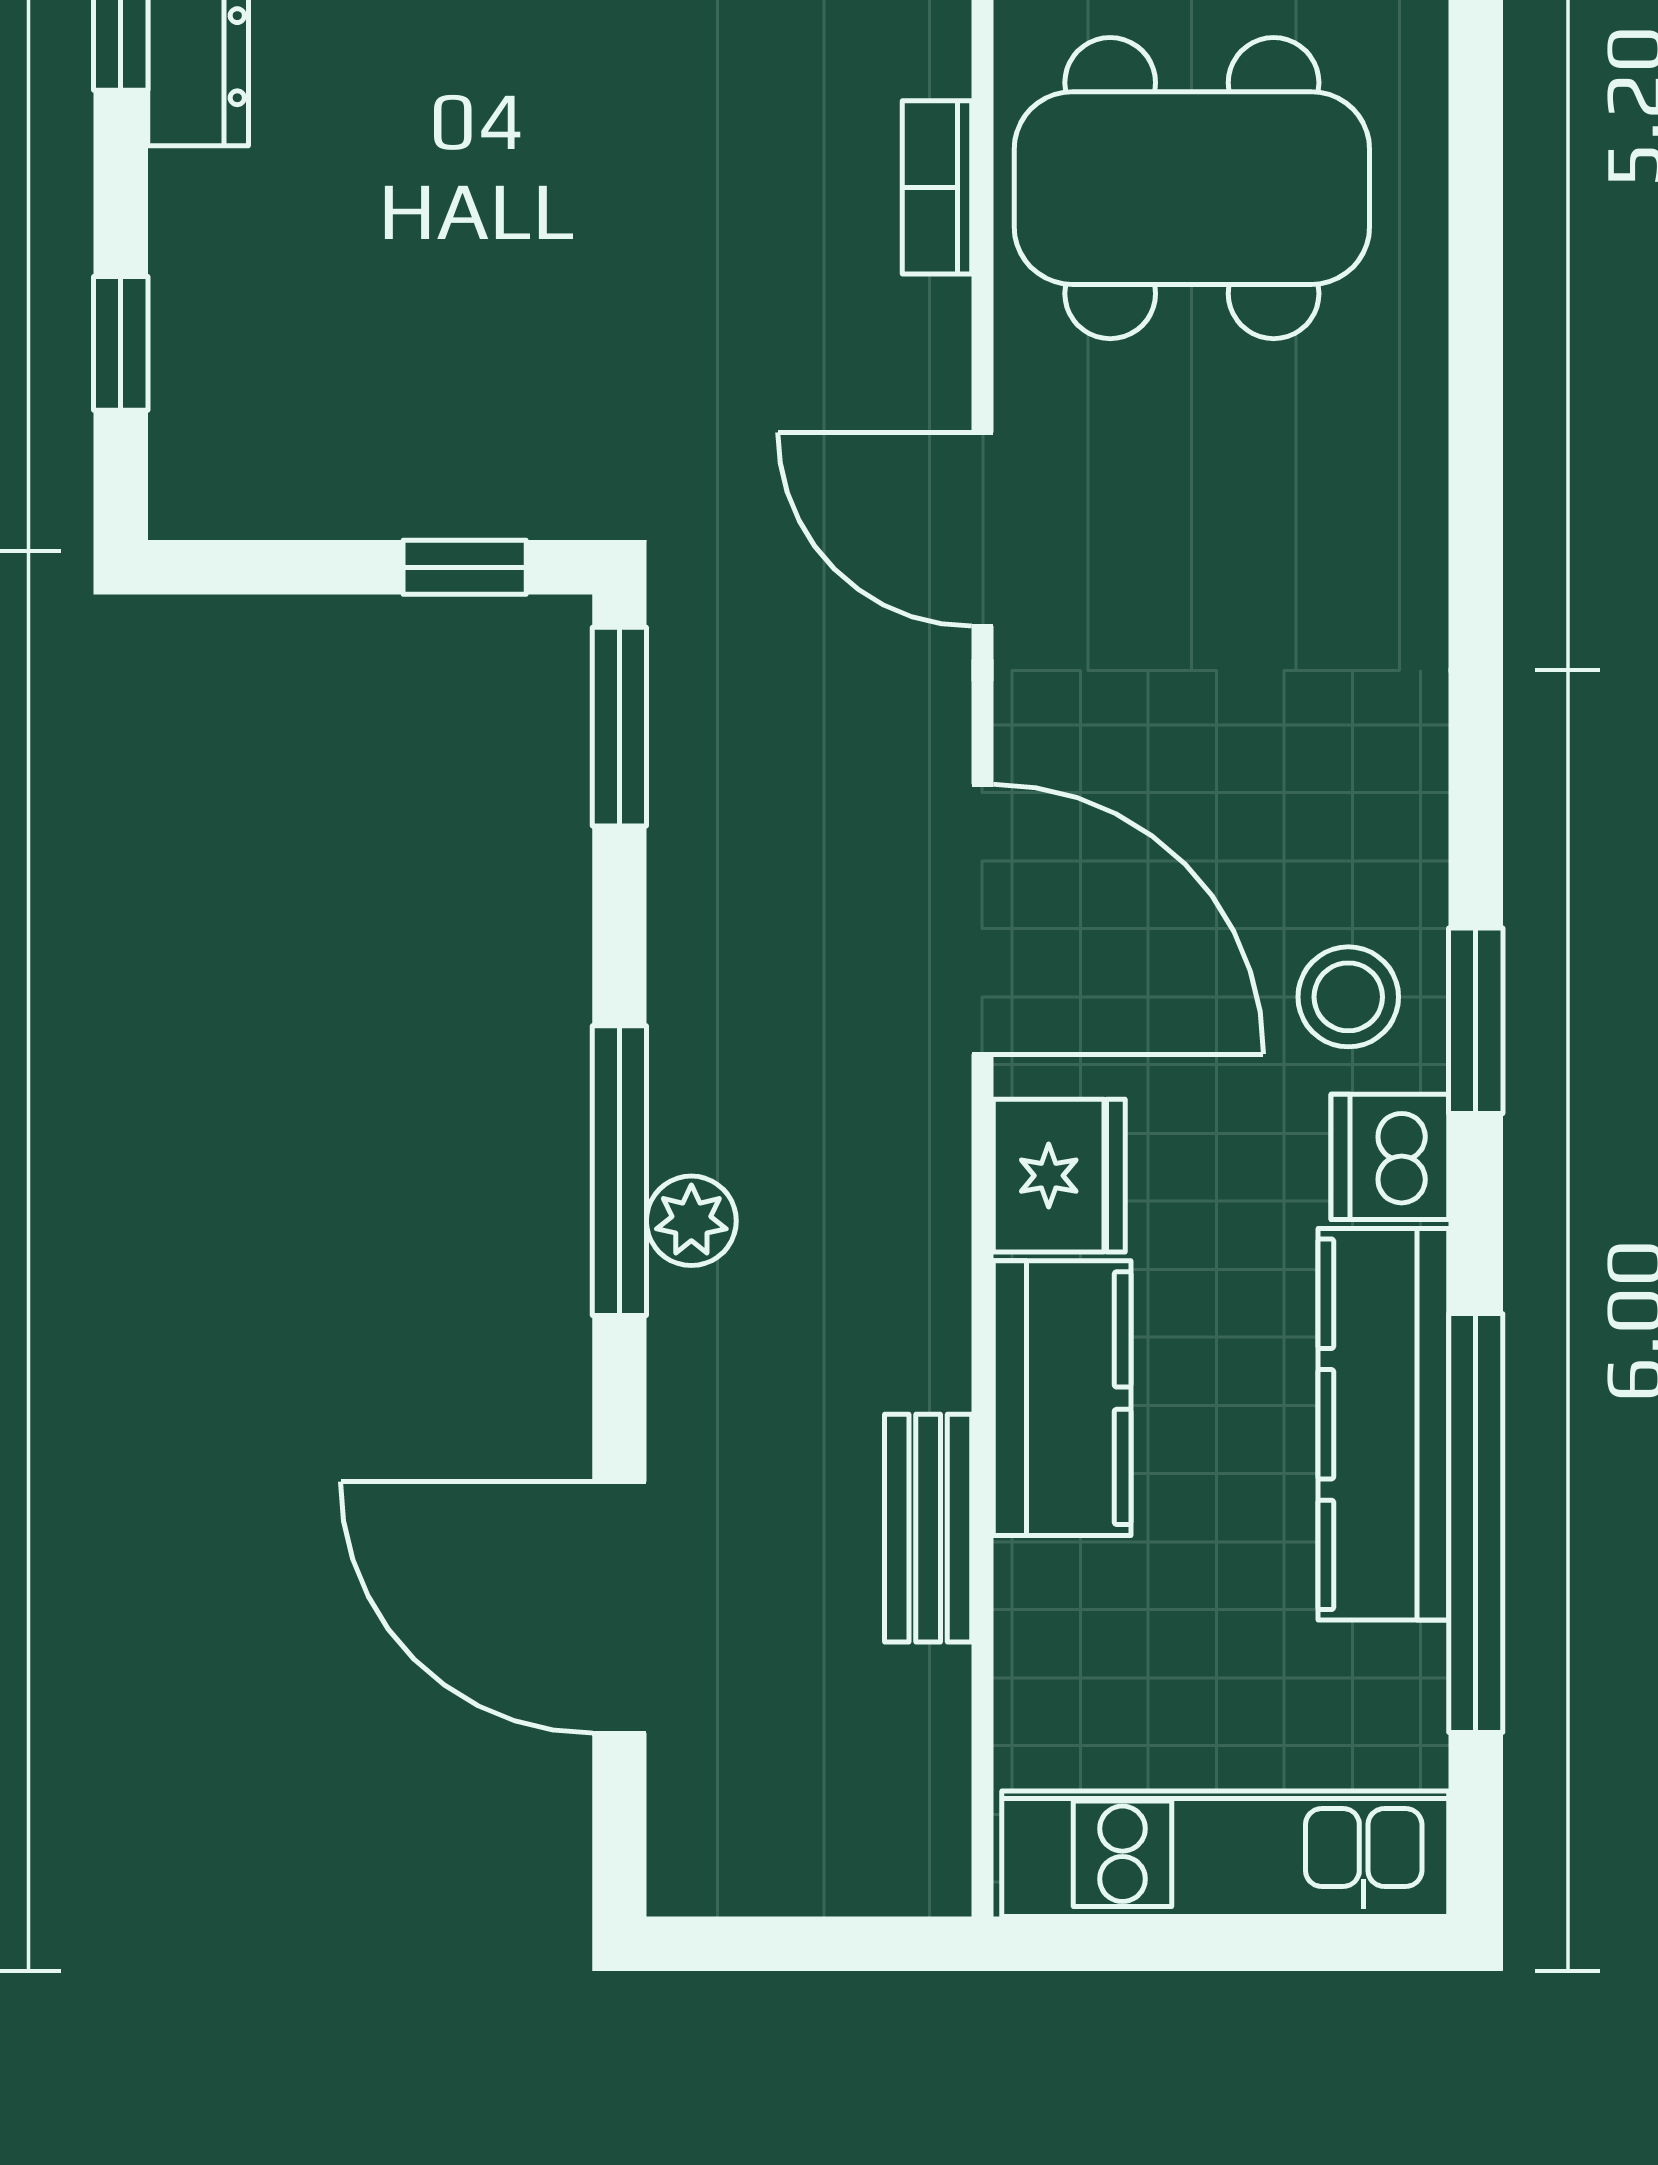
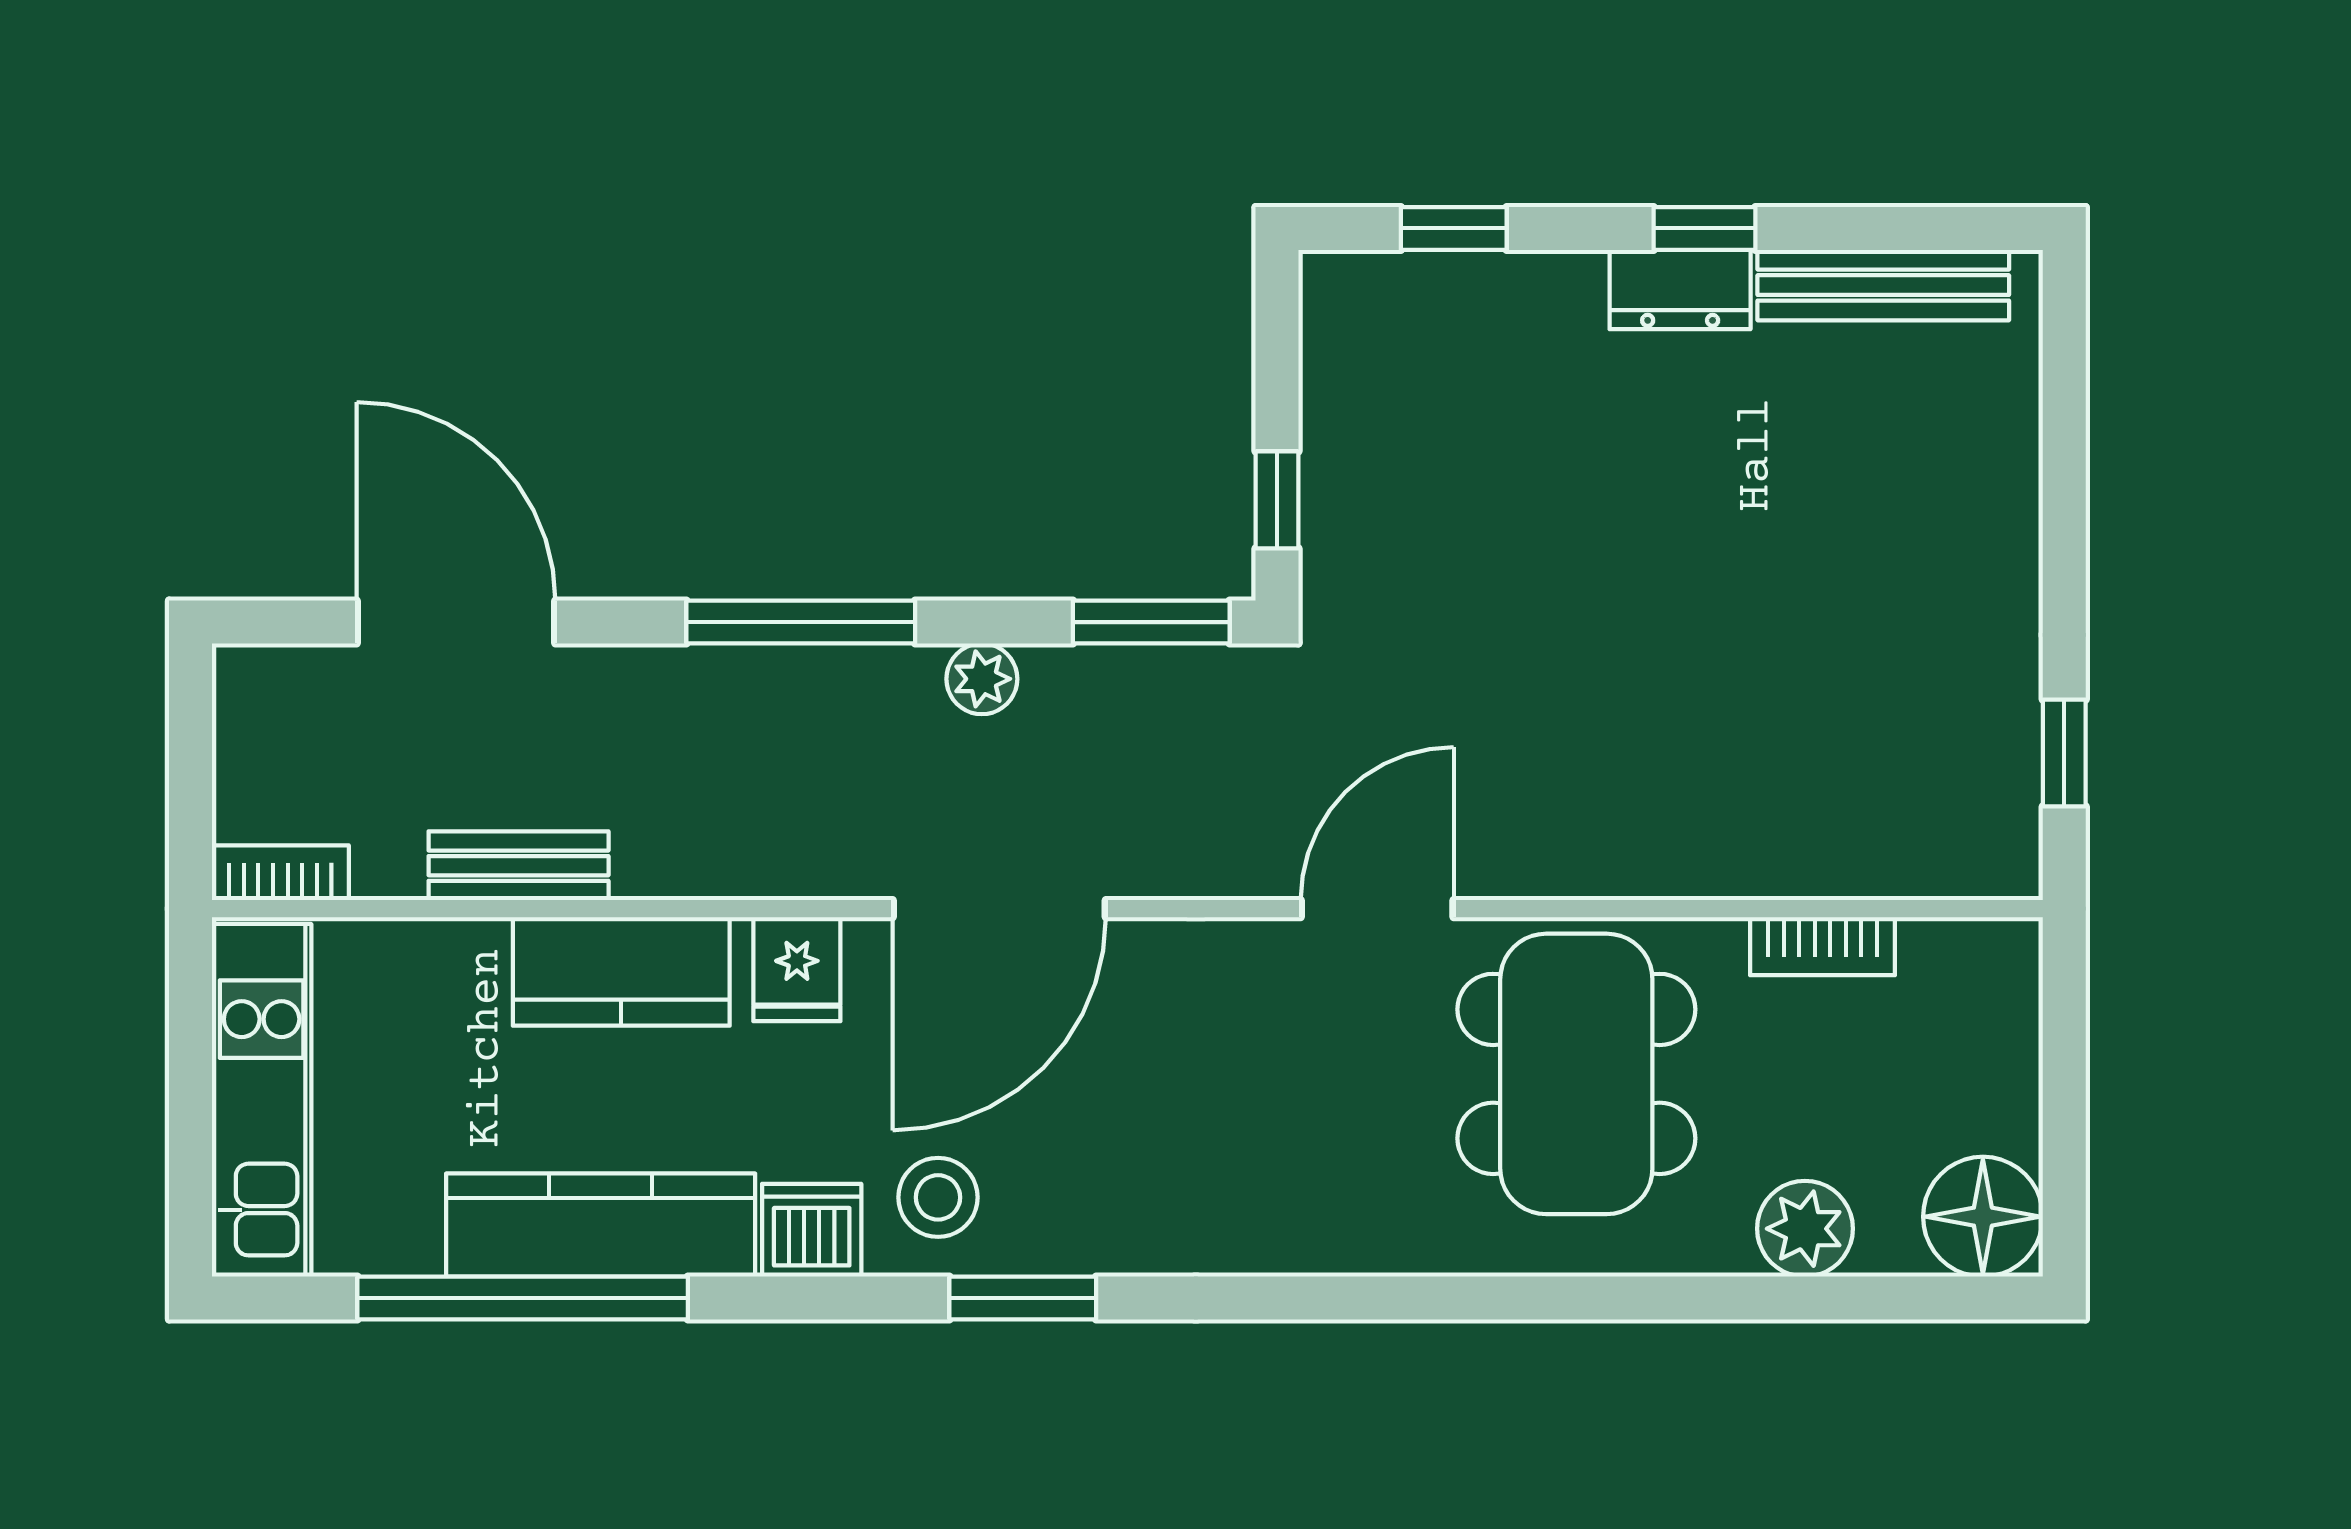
bookcase: (937, 187) -> (280, 873), moved
door: (982, 529) -> (1377, 909), moved
window: (1476, 1021) -> (1023, 1298), moved
fridge: (1059, 1176) -> (797, 969), width x0.72
plant: (691, 1221) -> (982, 679), moved
door: (619, 1607) -> (456, 622), hinge flipped

